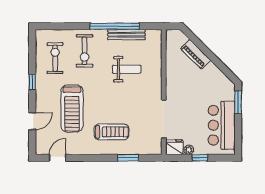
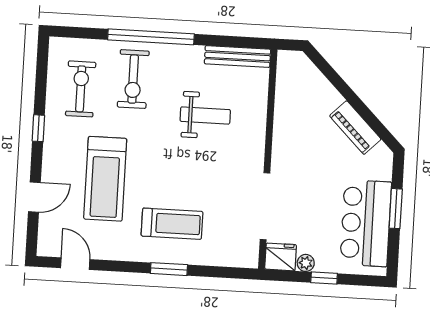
window: (115, 26) -> (151, 37), moved
bench: (126, 35) -> (238, 56), moved
piano: (196, 54) -> (355, 128), moved
window: (238, 102) -> (396, 209), moved
door: (58, 158) -> (75, 264), hinge flipped
window: (128, 158) -> (169, 269), moved

